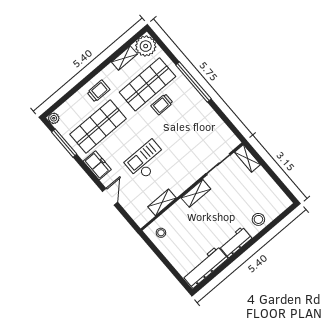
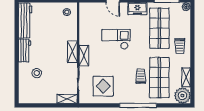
display table: (204, 133) -> (103, 86), added
checkout: (146, 160) -> (116, 39), turned -90
shelving: (162, 202) -> (84, 56), moved
stool: (258, 219) -> (37, 73), moved

